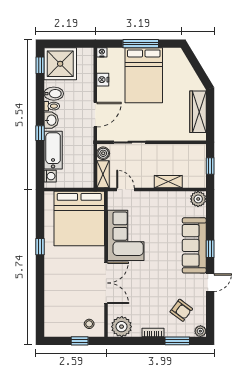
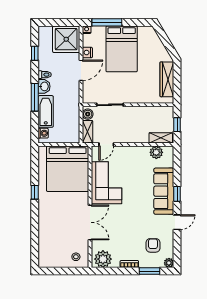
window: (141, 44) -> (107, 22), moved
shower: (60, 64) -> (66, 39), moved
window: (40, 65) -> (35, 53), moved
bidet: (54, 94) -> (46, 64), removed
door: (95, 115) -> (81, 70), moved
window: (40, 133) -> (35, 97), width x2.17
shelving: (168, 182) -> (161, 138), moved
door: (126, 190) -> (106, 144), swing flipped
plant: (198, 199) -> (156, 152), moved
armchair: (181, 310) -> (153, 245), turned -127
window: (80, 341) -> (68, 271), removed

